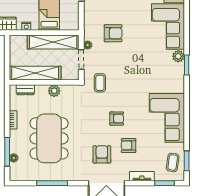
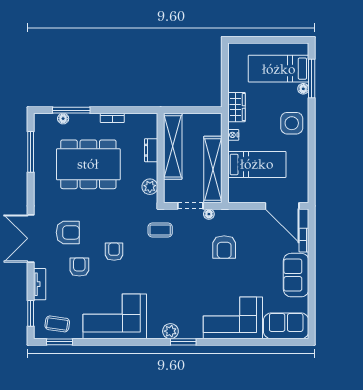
plant: (178, 56) -> (170, 331), moved
dresser: (25, 90) -> (151, 150), moved
plant: (54, 91) -> (150, 187), moved
armchair: (117, 119) -> (114, 252), turned 180
window: (52, 183) -> (31, 152), moved

